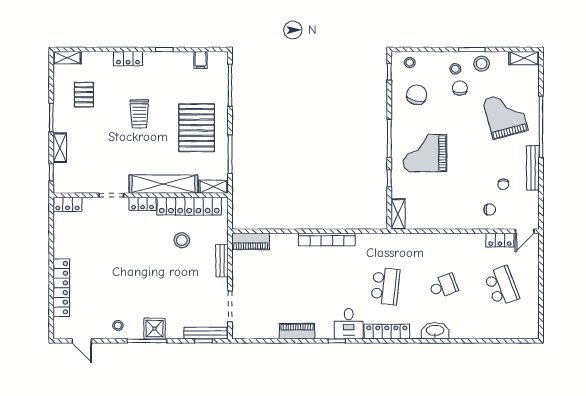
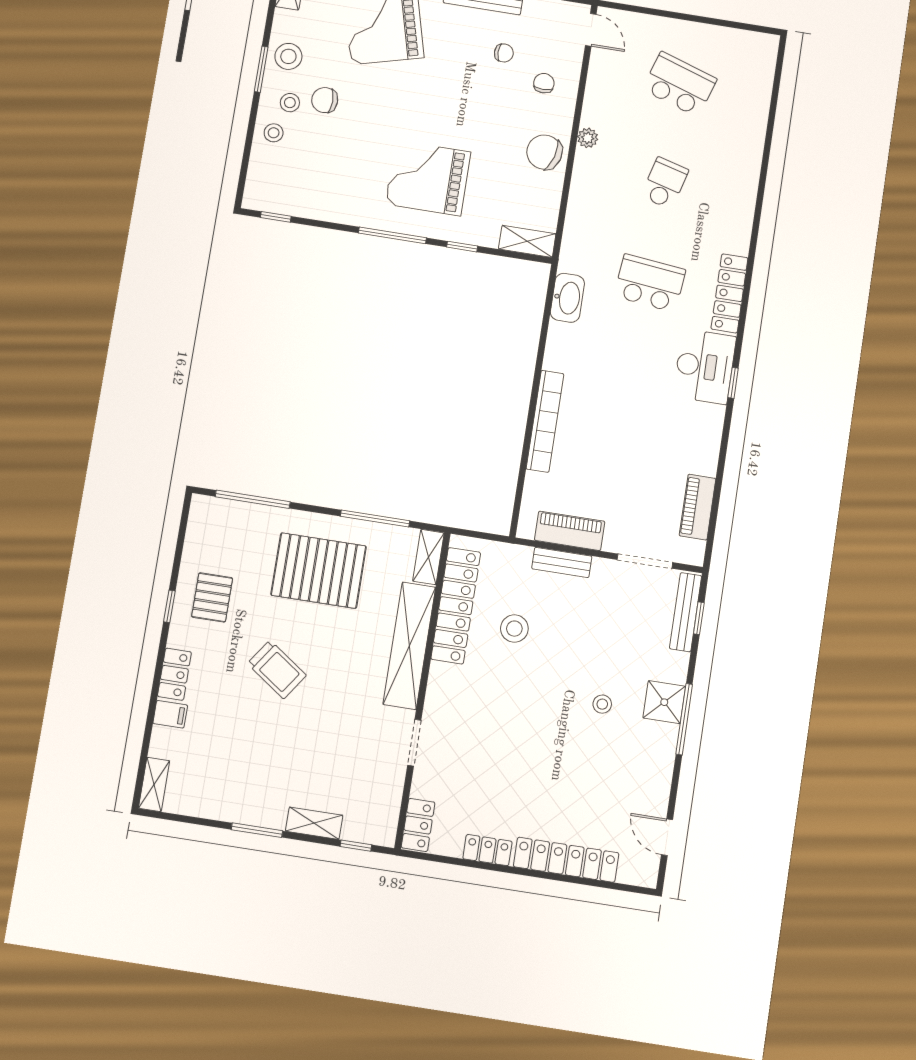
filing cabinet: (201, 60) -> (170, 714), moved
stool: (410, 62) -> (274, 133), moved
pallet: (84, 95) -> (212, 597), moved, turned 90
chair: (417, 95) -> (544, 152), moved
trolley: (139, 114) -> (277, 669), turned 35
grand piano: (425, 153) -> (428, 178), turned 90
locker: (143, 204) -> (487, 850), moved, turned -90
bookcase: (327, 239) -> (545, 421), moved
plant: (462, 239) -> (588, 138), added
locker: (500, 240) -> (599, 74), removed
piano: (251, 241) -> (570, 531), moved, turned -90
school desk: (444, 286) -> (665, 183), turned 36
school desk: (502, 286) -> (680, 84), turned 39
desk: (349, 324) -> (705, 367), width x1.37
stool: (118, 326) -> (602, 704), moved
piano: (297, 331) -> (698, 507), moved
washbasin: (435, 331) -> (567, 298), moved, turned 180
door: (82, 341) -> (667, 837), swing flipped

